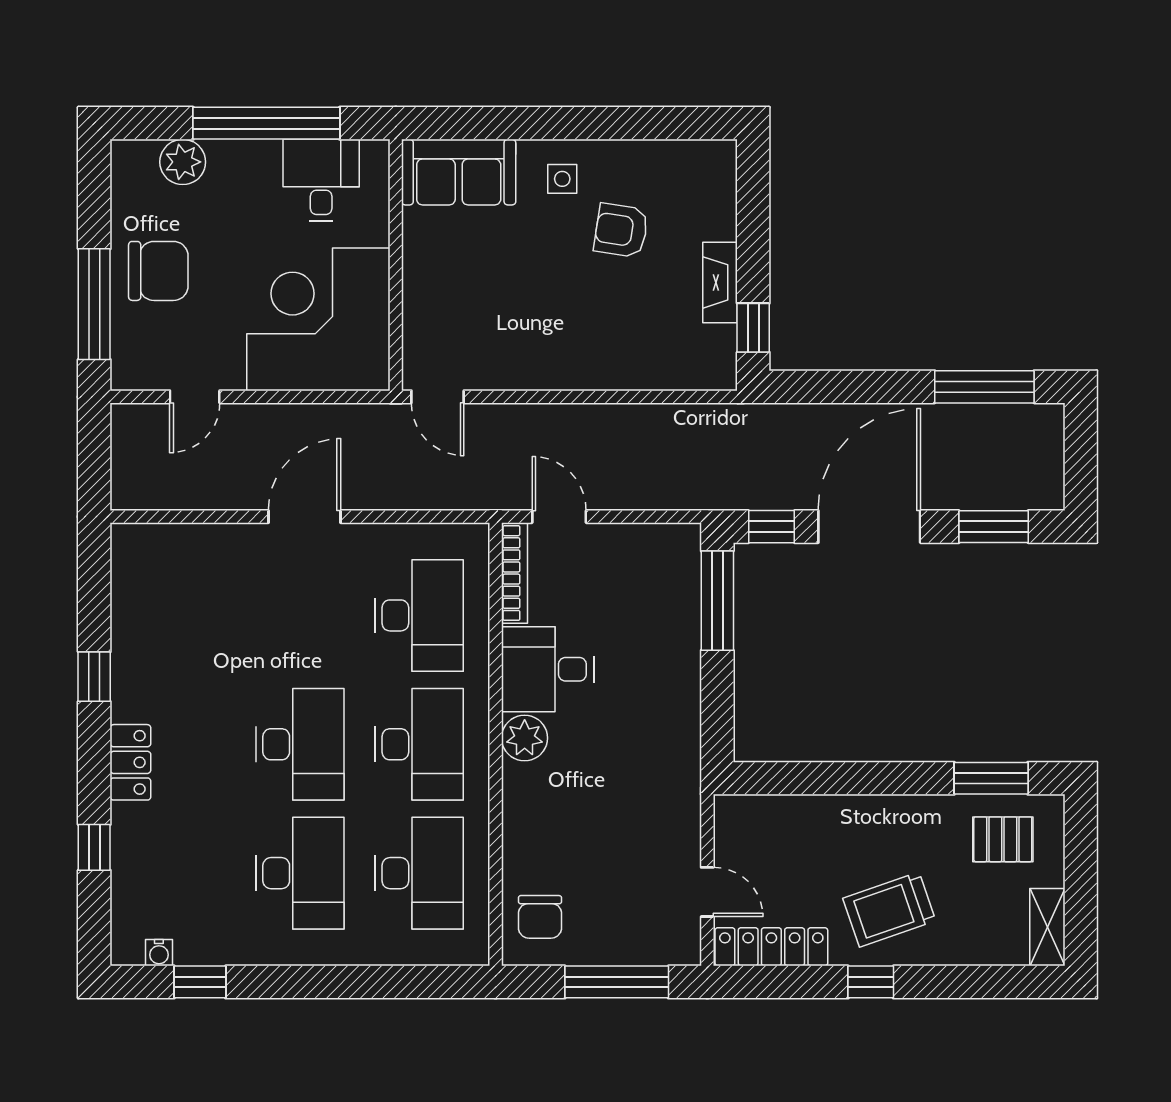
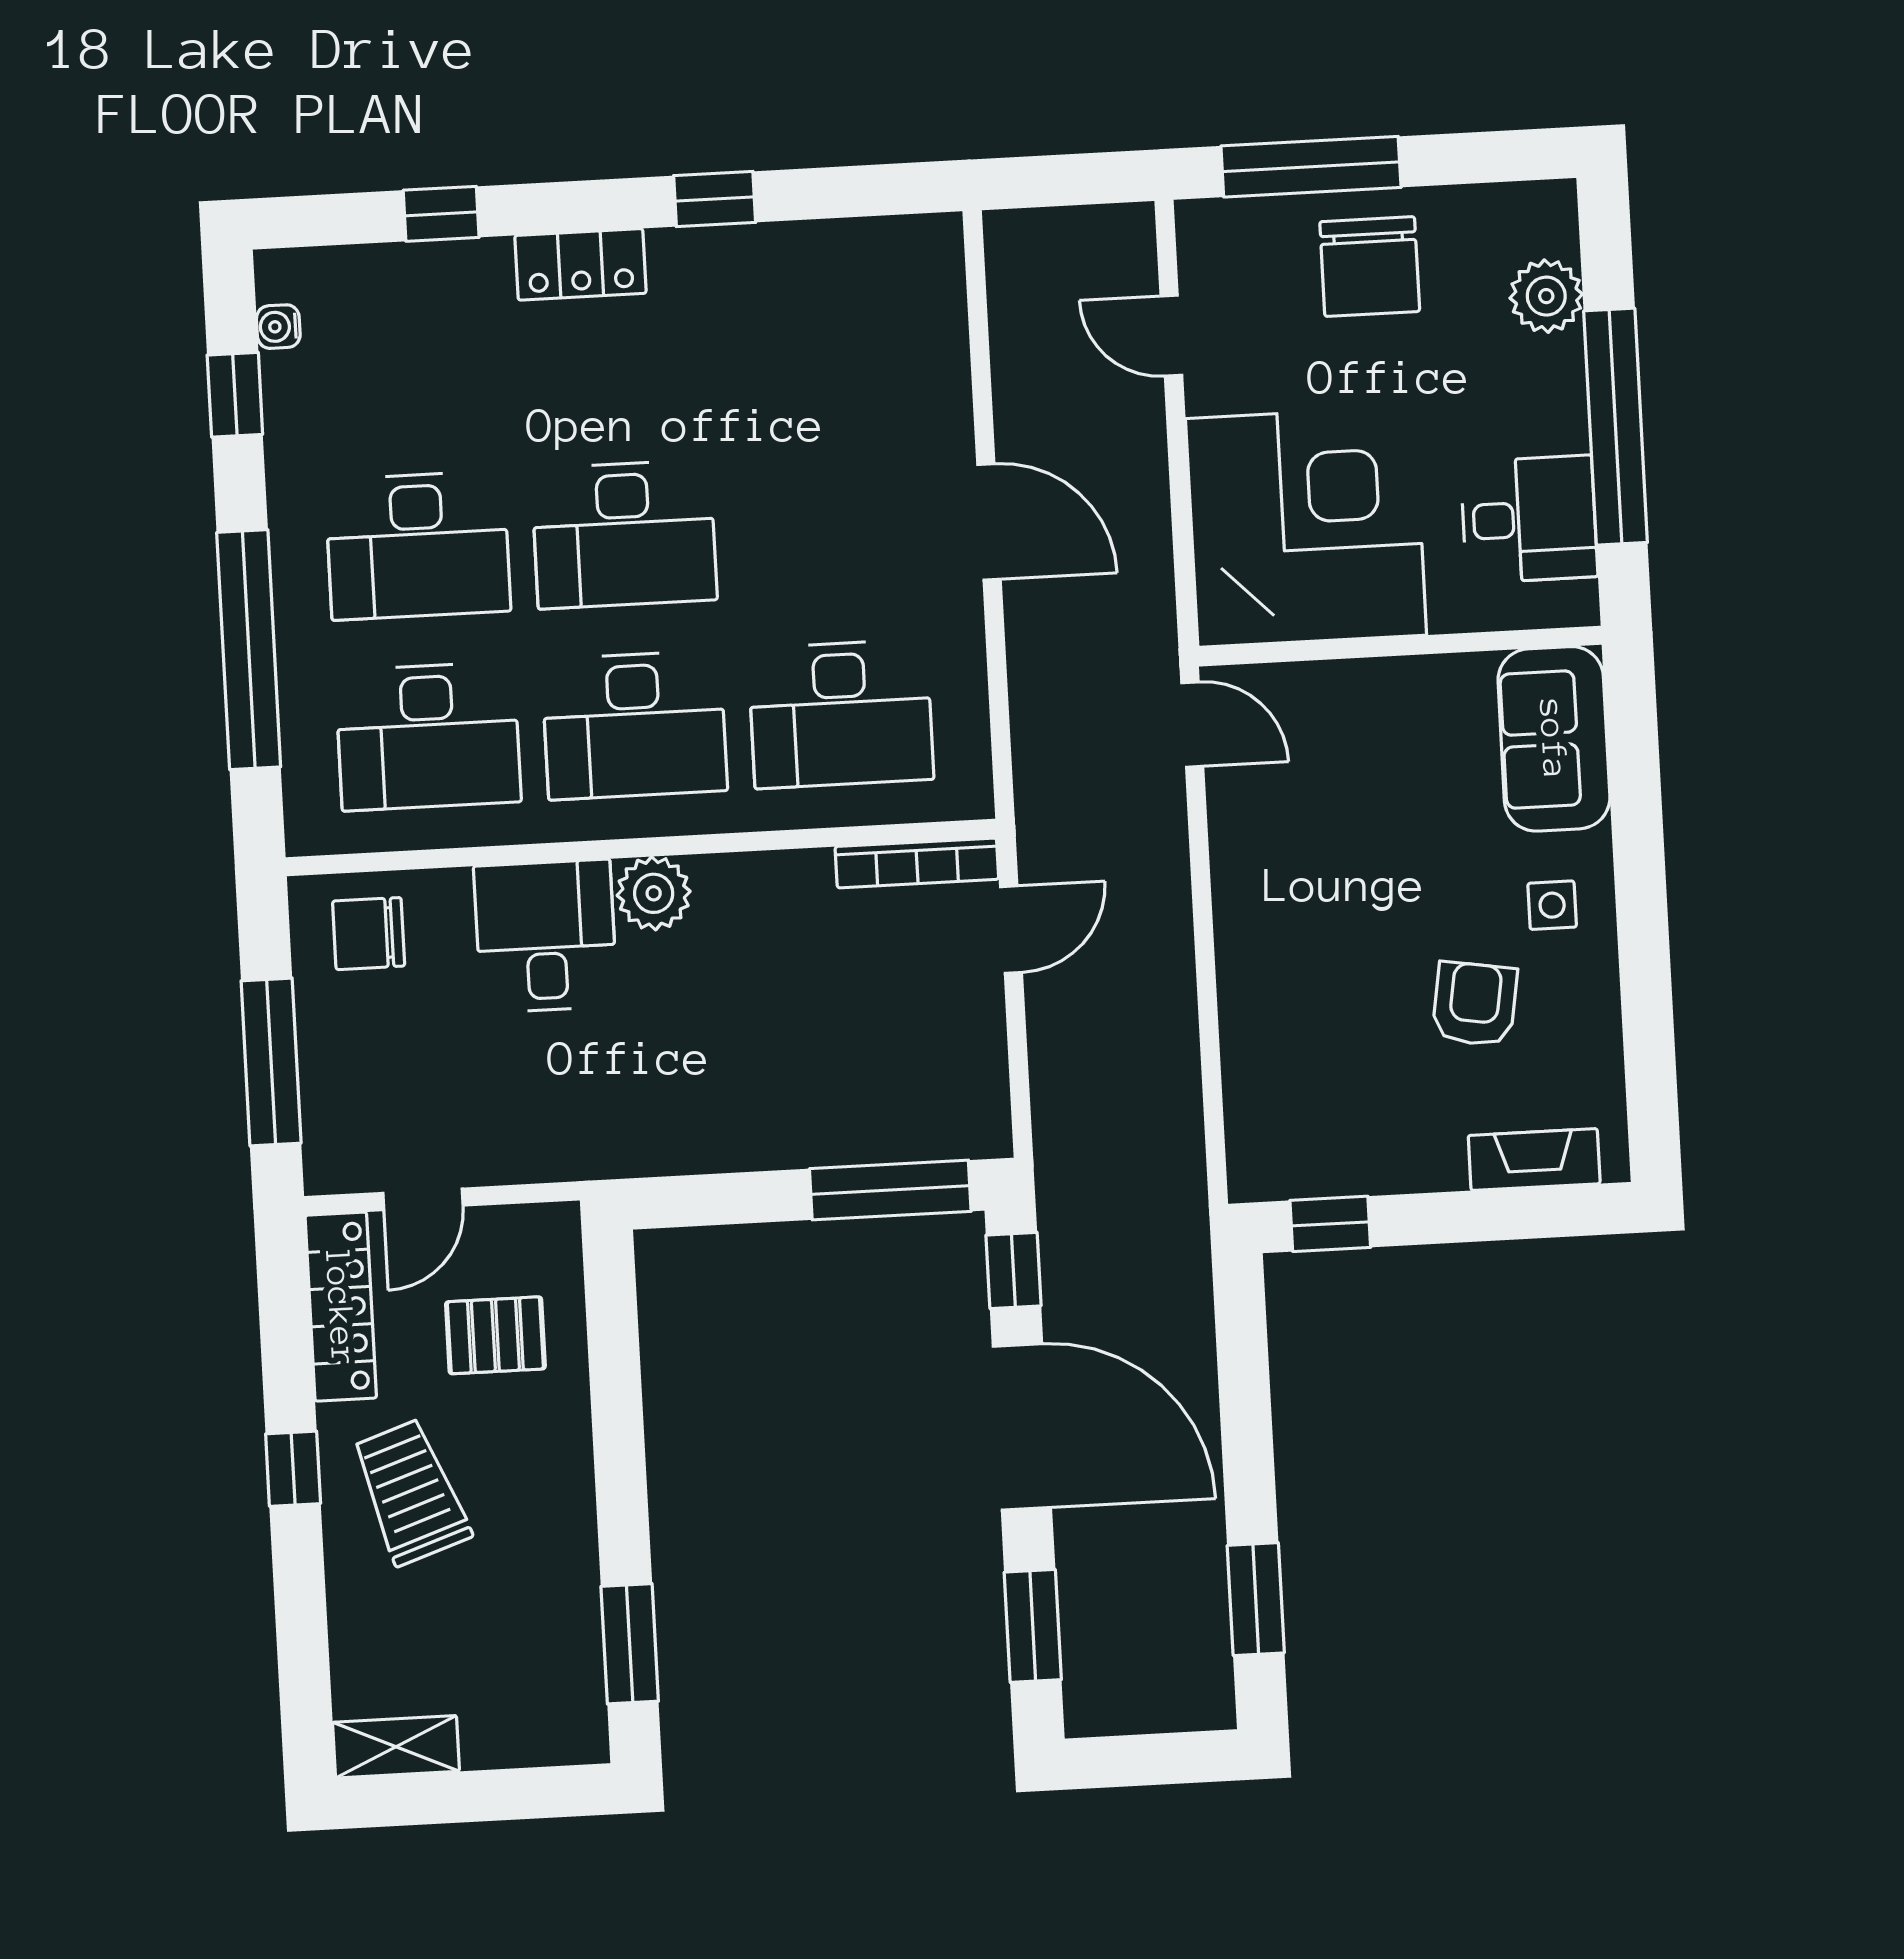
fireplace: (720, 282) -> (1534, 1160), moved
window: (984, 387) -> (1256, 1599), width x0.69
door: (438, 397) -> (1192, 725), swing flipped
desk: (548, 669) -> (546, 936), moved
pallet: (1003, 839) -> (495, 1335), moved, turned 90
window: (359, 982) -> (249, 650), added

